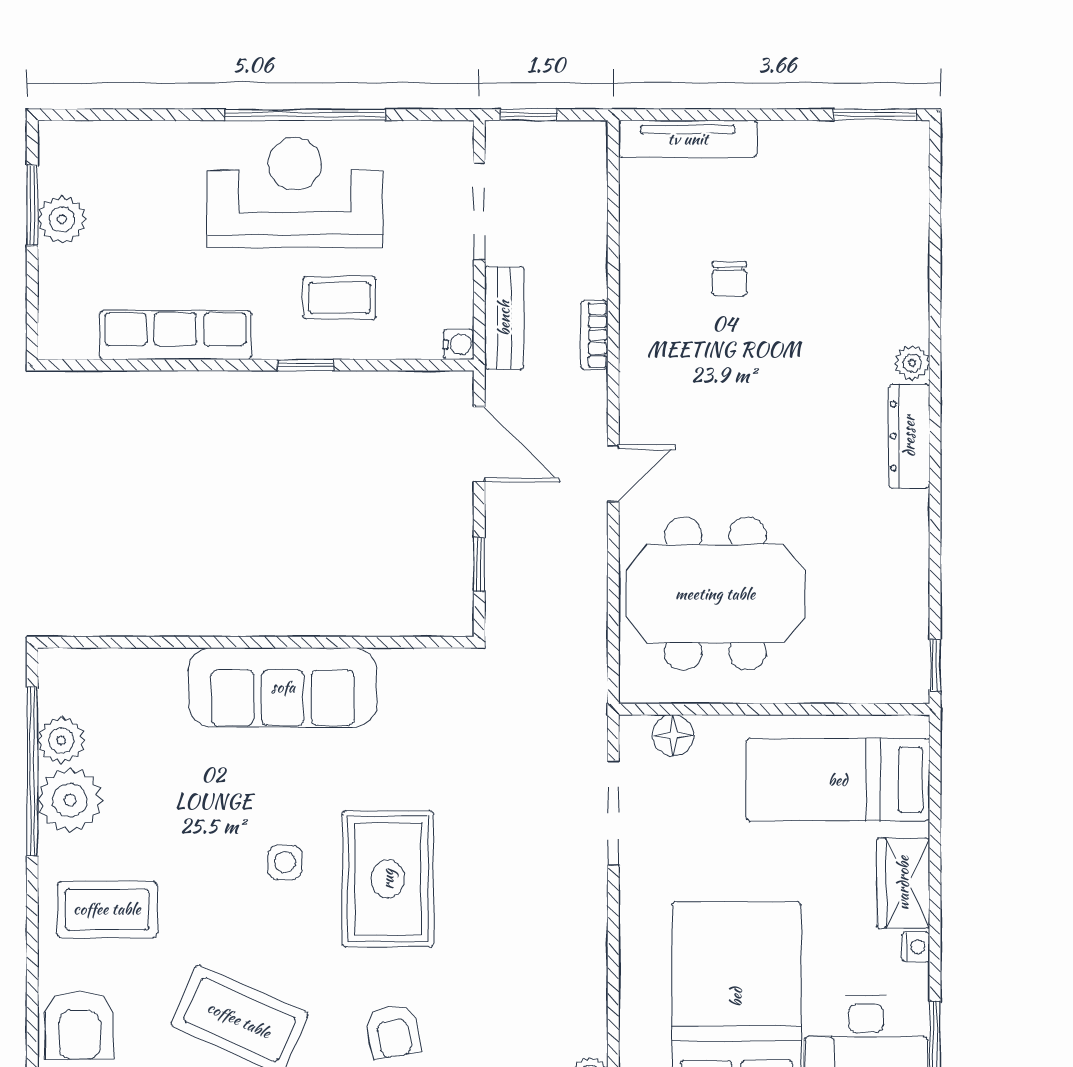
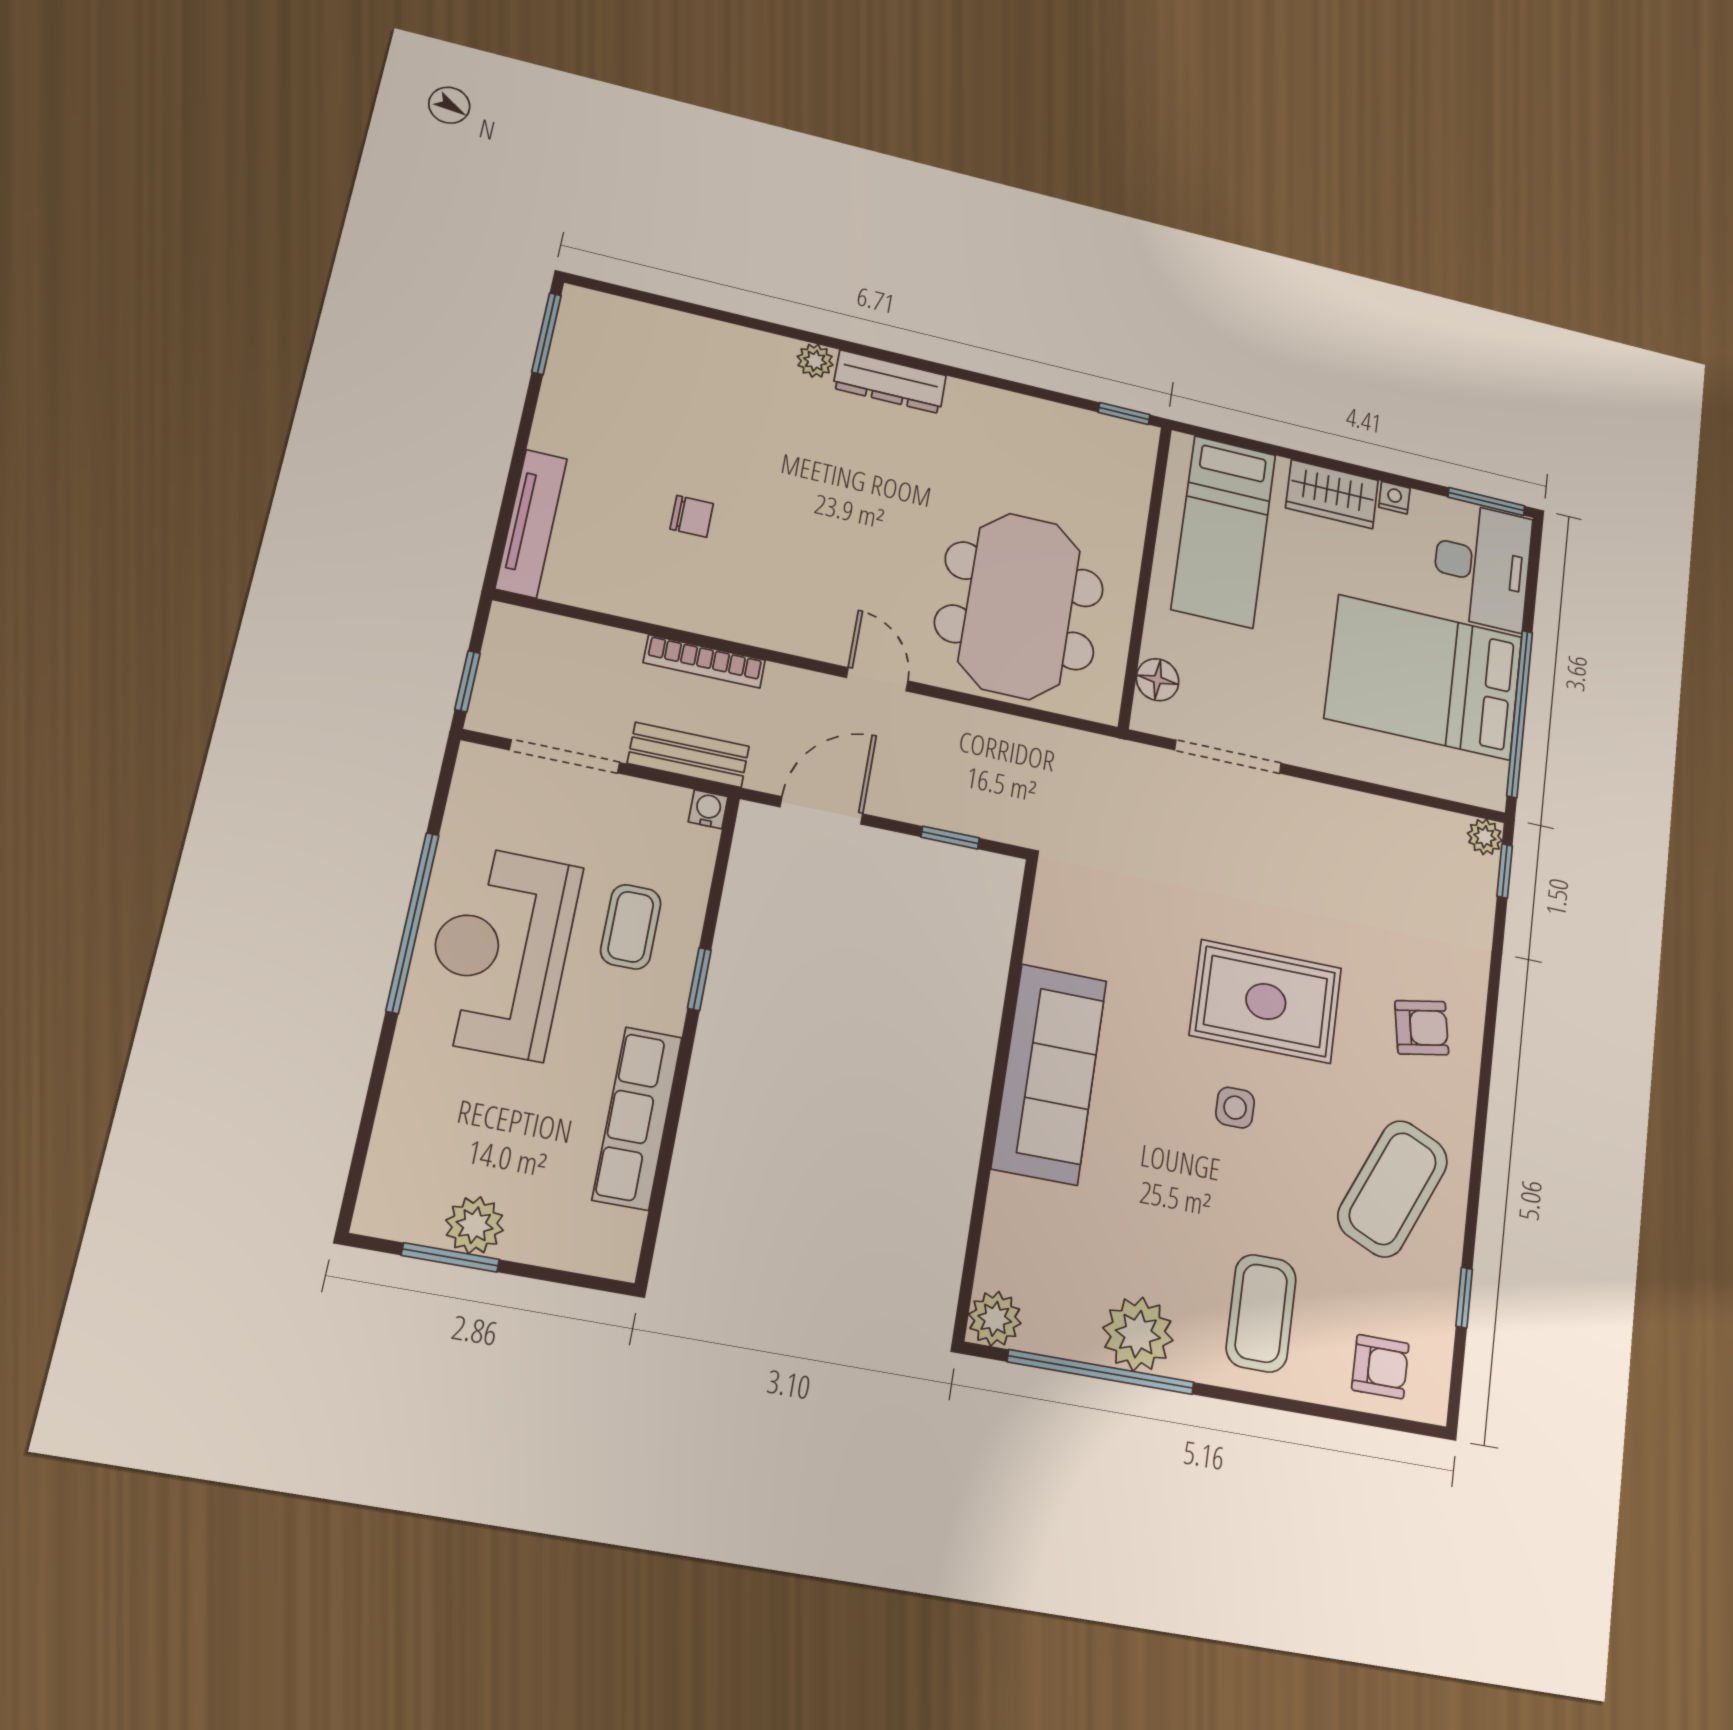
bookcase: (594, 335) -> (704, 661), width x1.56
plant: (61, 740) -> (995, 1319), moved
armchair: (79, 1025) -> (1380, 1367), width x0.72, depth x0.72

